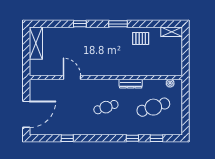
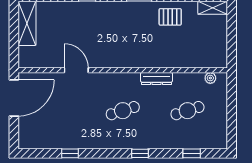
cafe table: (153, 107) -> (187, 111), width x0.73, depth x0.74
door: (26, 114) -> (14, 98), moved
window: (132, 138) -> (140, 153), moved

